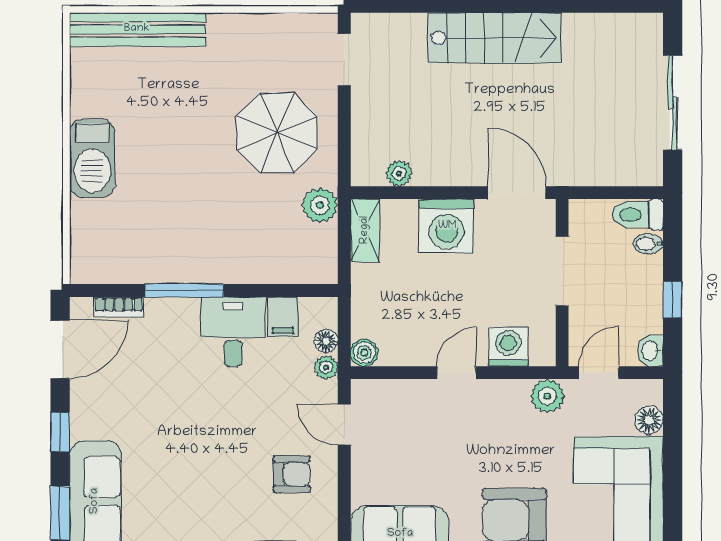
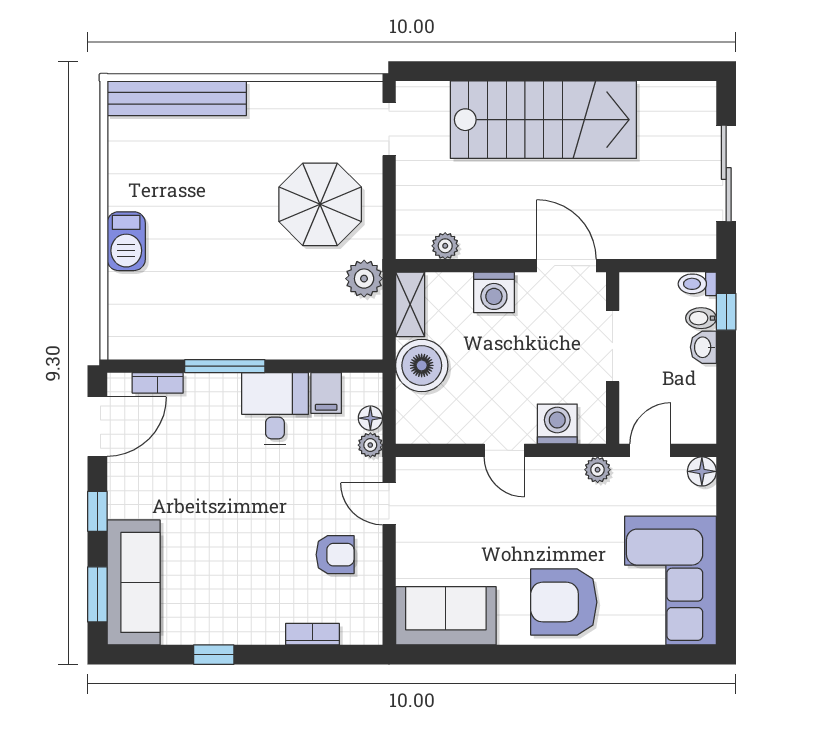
stairs: (495, 38) -> (543, 120), width x1.36, depth x1.51
barbecue: (92, 158) -> (126, 241), width x0.73, depth x0.83
toilet: (637, 215) -> (697, 284), width x0.73, depth x0.72
washing machine: (447, 226) -> (494, 292), width x0.73, depth x0.73
window: (673, 299) -> (726, 312), moved
washbasin: (651, 351) -> (703, 347), moved
boiler: (364, 353) -> (422, 365), moved, width x1.86, depth x1.86
door: (457, 373) -> (504, 450), swing flipped
plant: (547, 396) -> (598, 470), width x0.73, depth x0.73
floor lamp: (649, 420) -> (702, 471), moved

